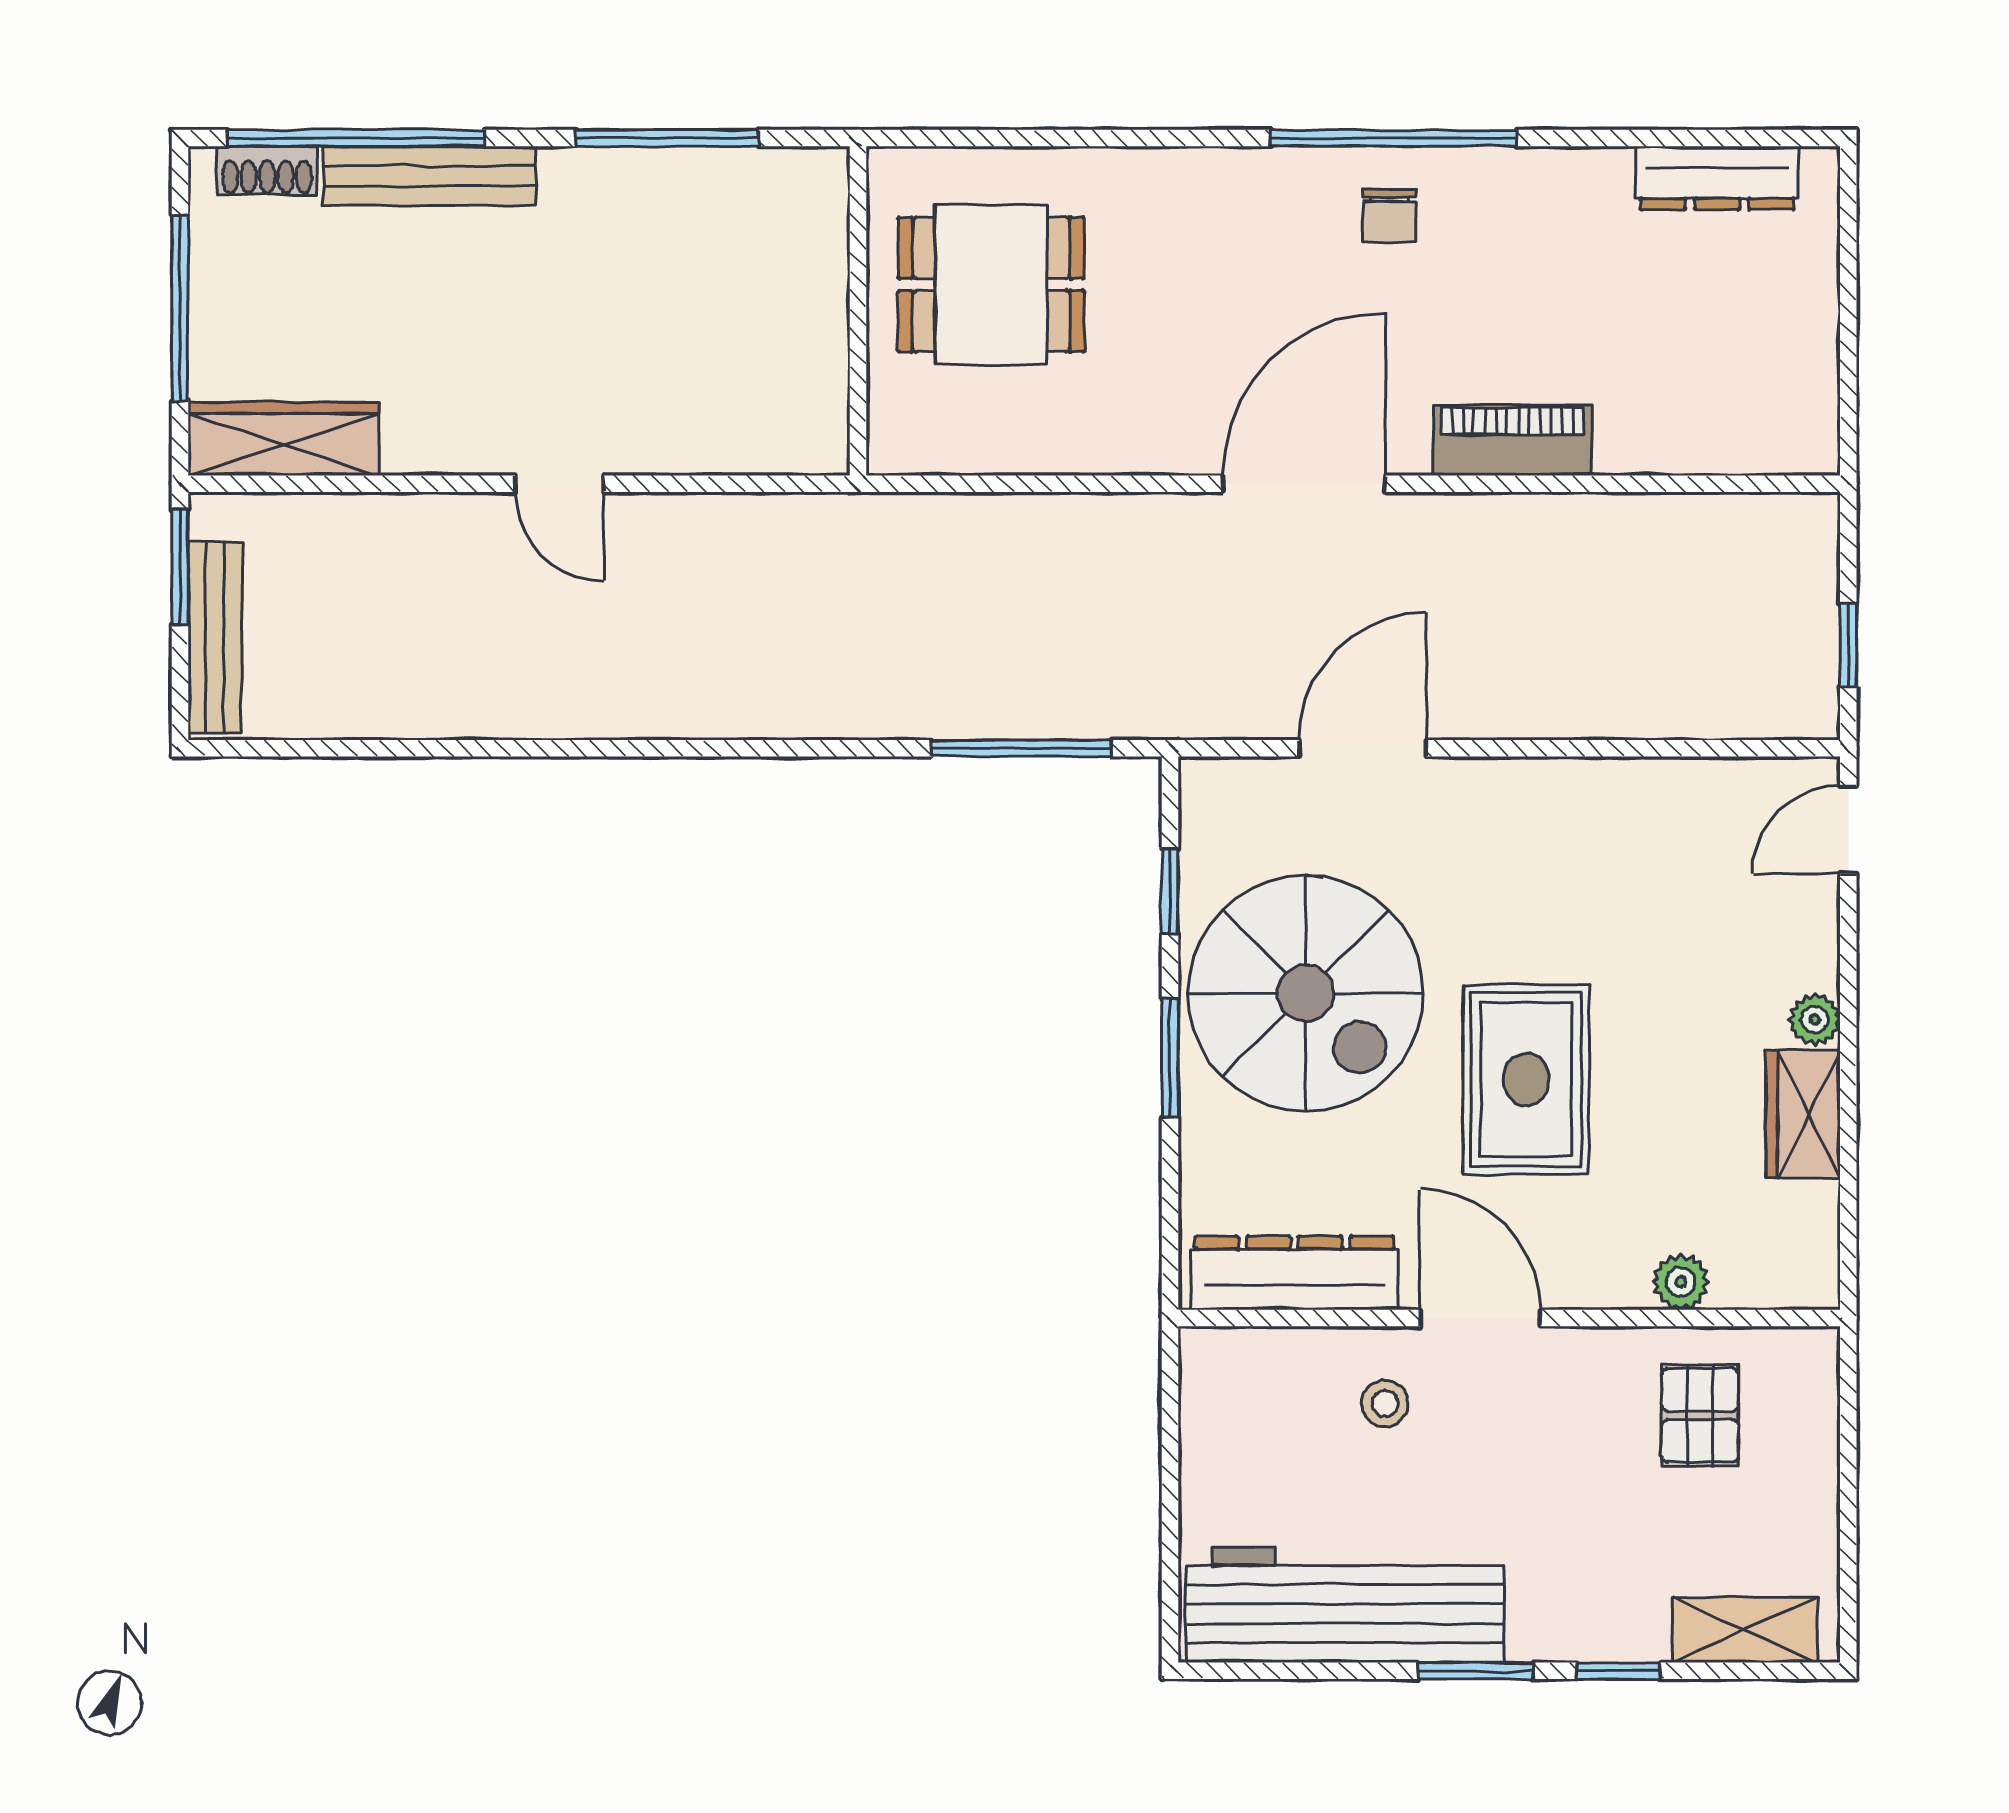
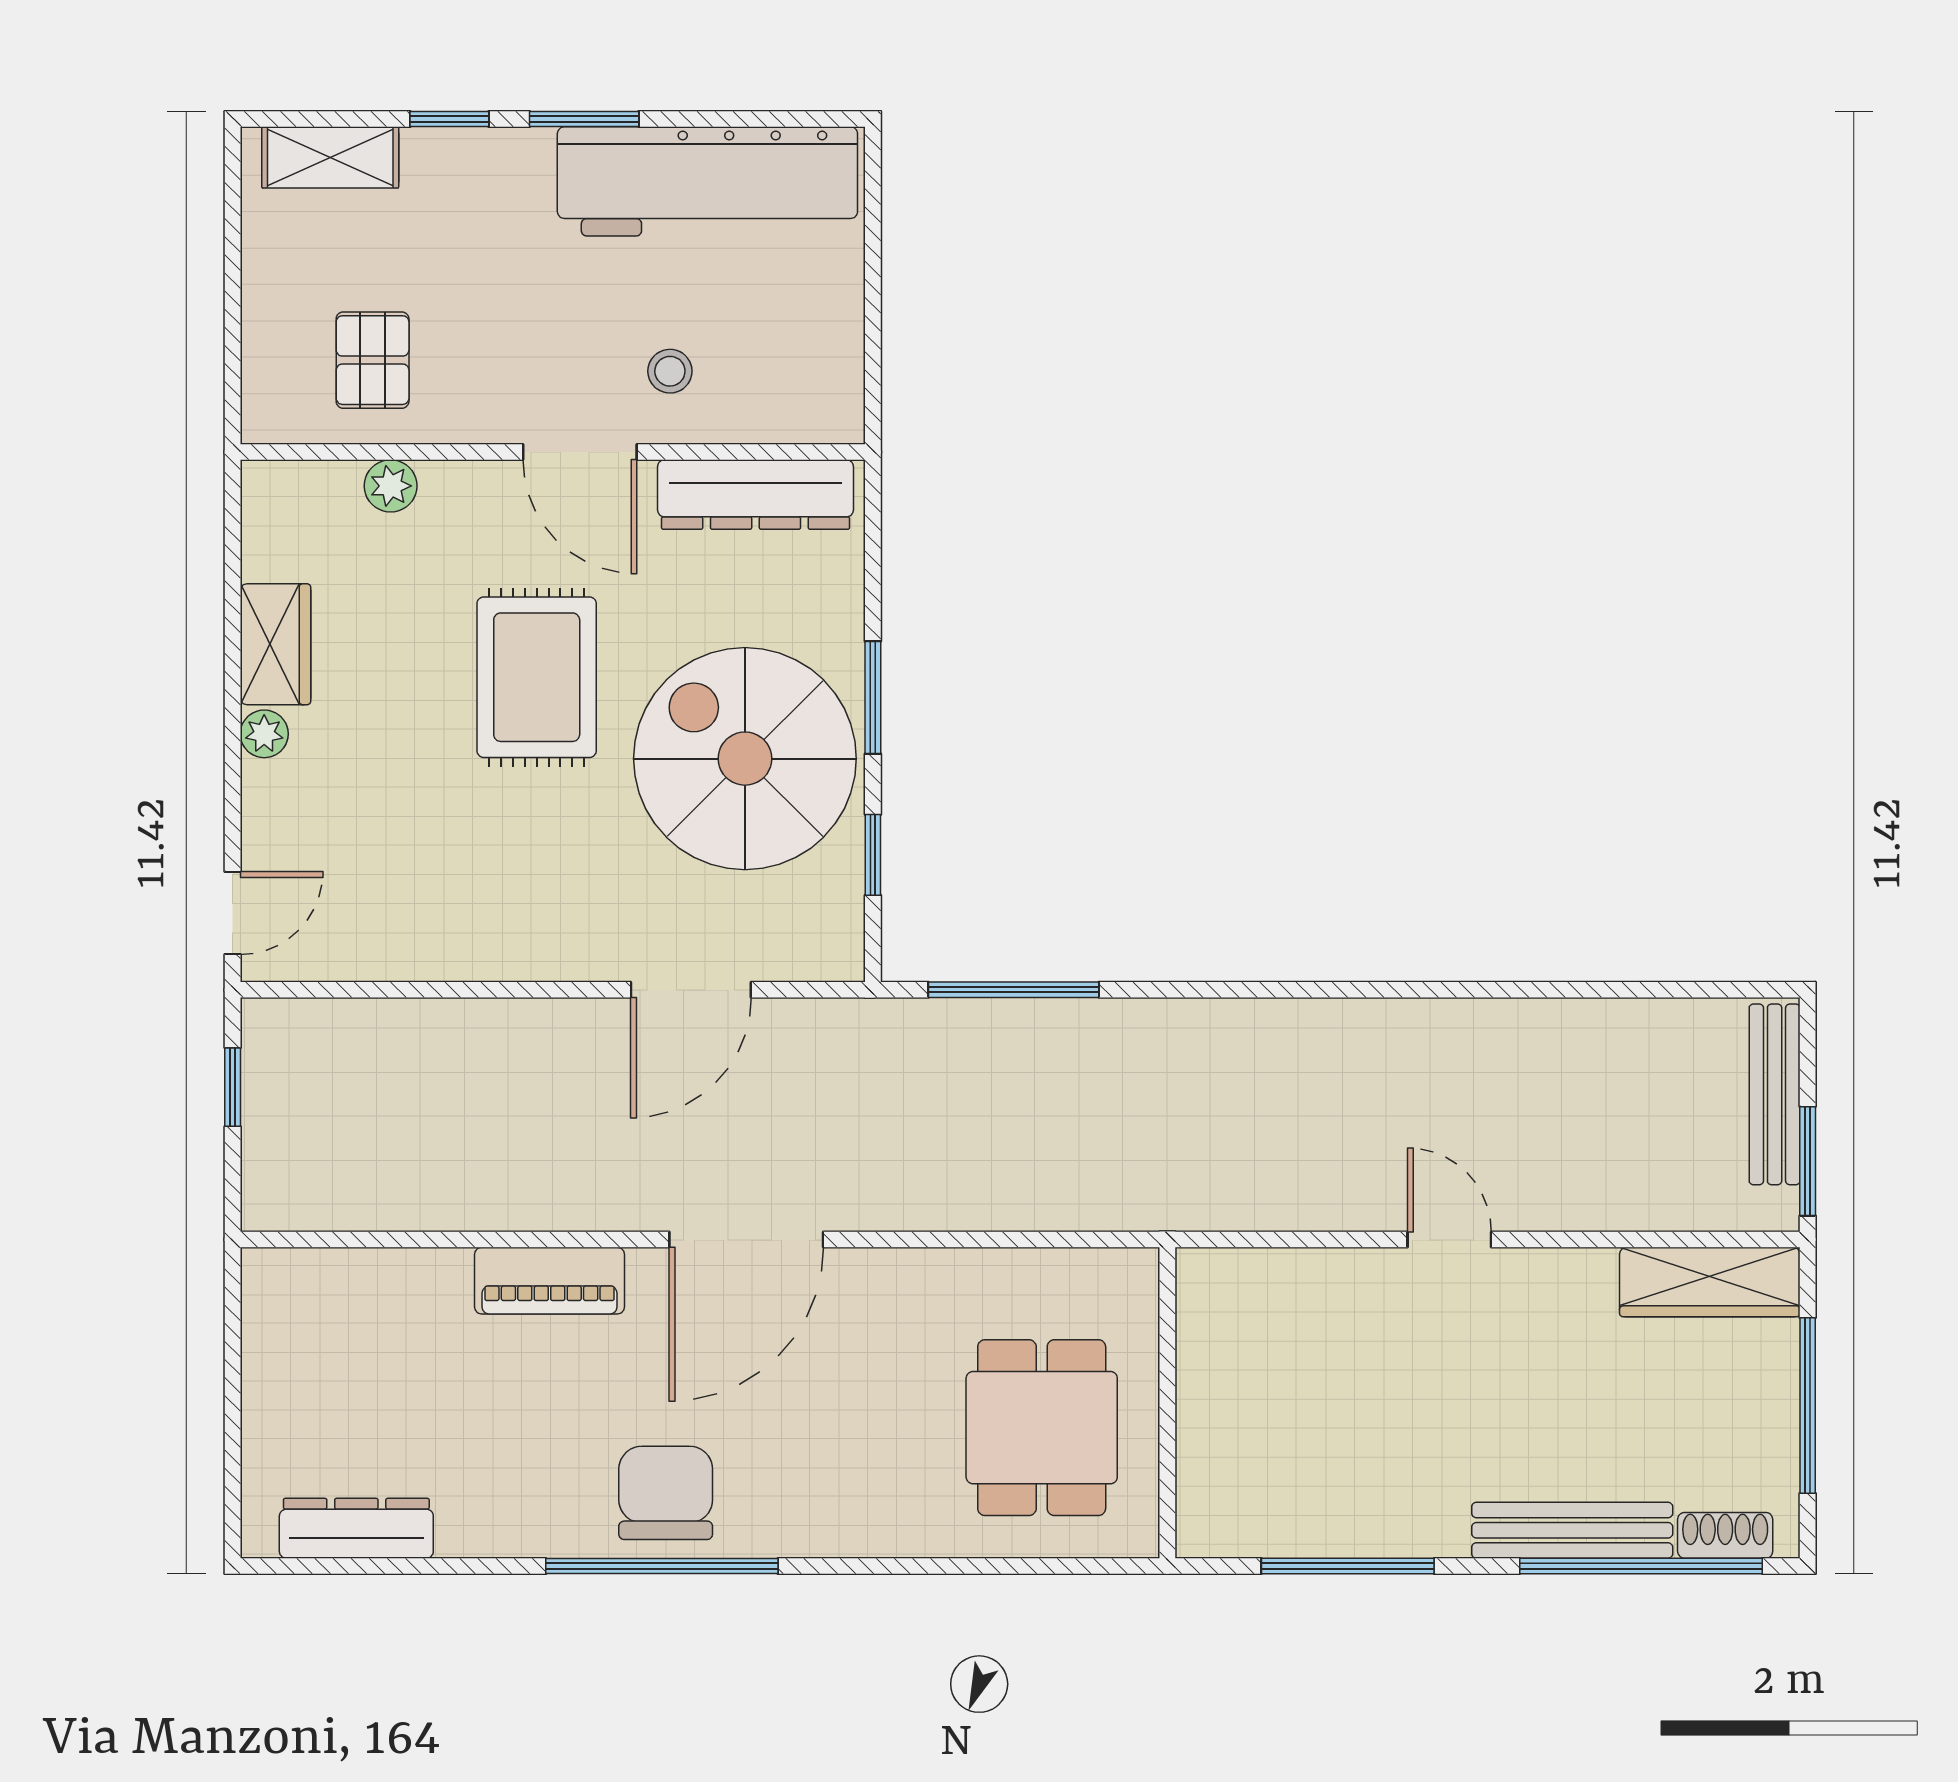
chair: (1389, 215) -> (666, 1493), width x1.87, depth x1.87
dining table: (991, 285) -> (1042, 1428), turned 90

